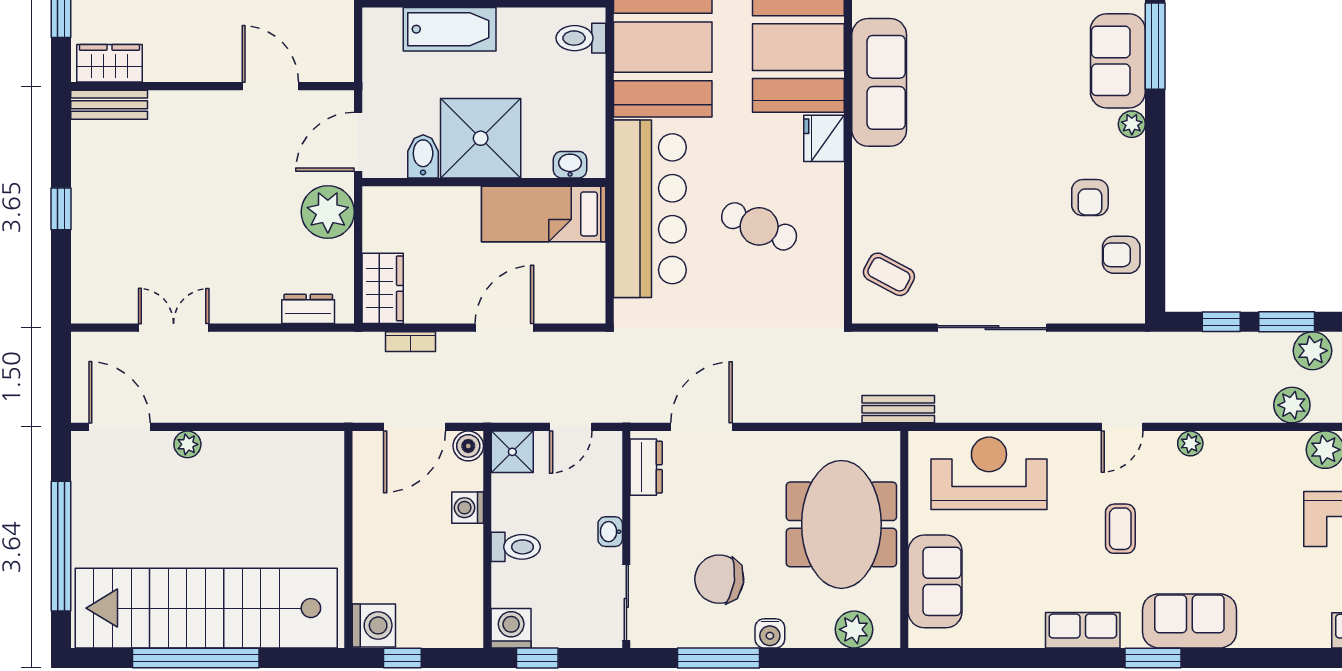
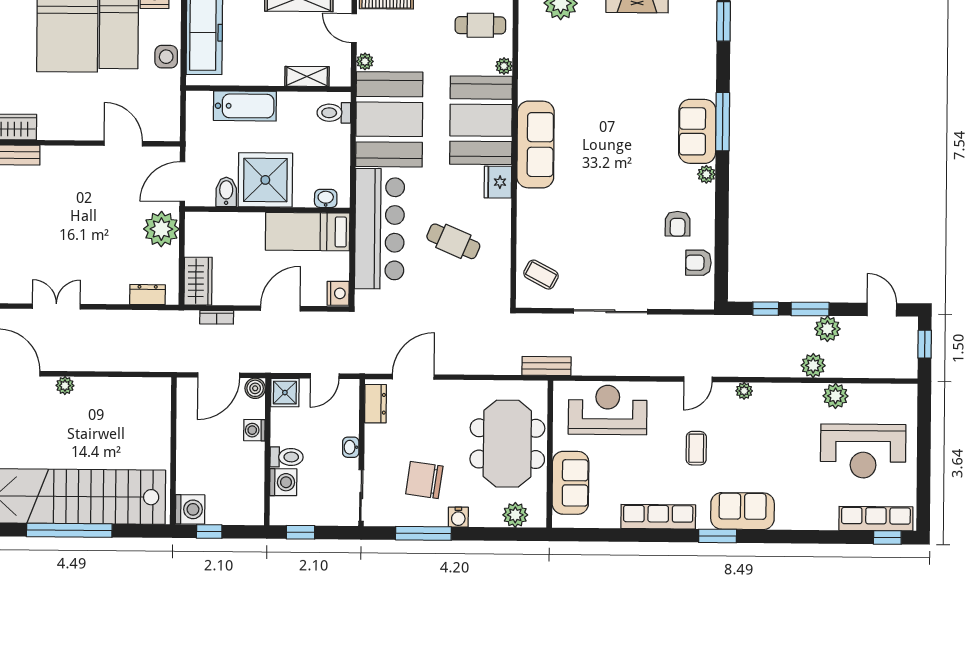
nightstand: (590, 305) -> (338, 293), added
washing machine: (511, 628) -> (283, 482), moved, turned 90
row of seats: (1083, 630) -> (658, 517), width x1.48

